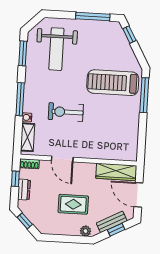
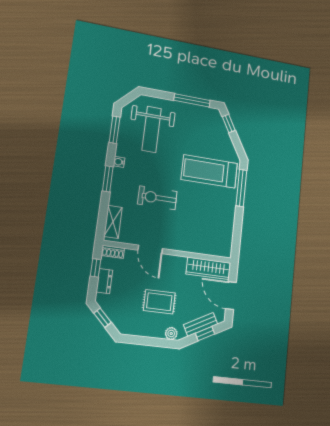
window: (20, 99) -> (108, 179), width x0.69
water cooler: (27, 117) -> (119, 162), moved

